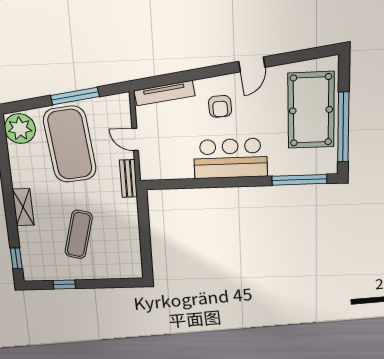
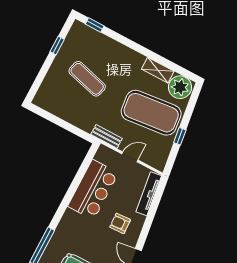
window: (75, 96) -> (180, 136), width x0.46
bar counter: (230, 158) -> (93, 190), moved
shelving: (23, 207) -> (158, 70), moved

